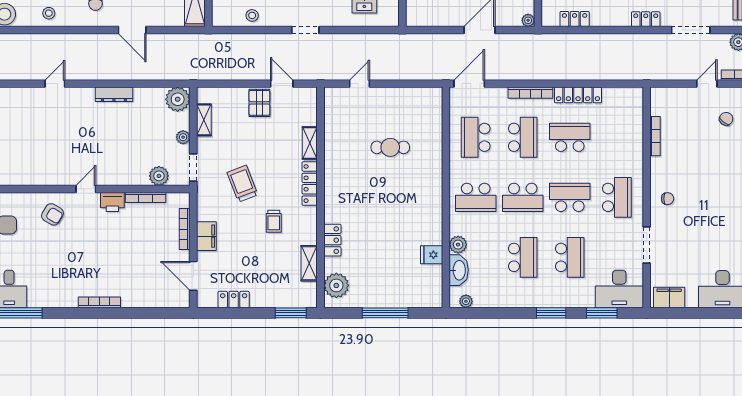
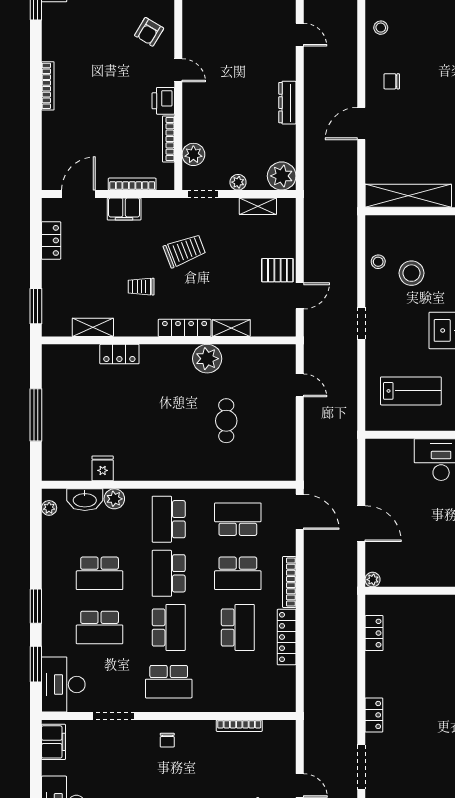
plant: (336, 285) -> (207, 359), moved

